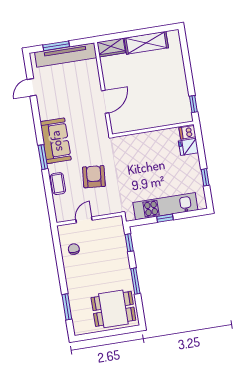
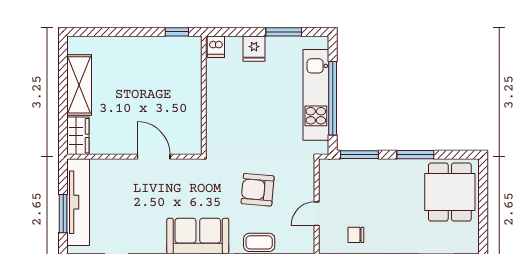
fridge: (188, 147) -> (254, 49), moved
window: (205, 177) -> (284, 32), width x1.50
window: (165, 218) -> (333, 98), width x3.17
door: (84, 220) -> (317, 214), hinge flipped
window: (129, 243) -> (359, 155), width x1.50

